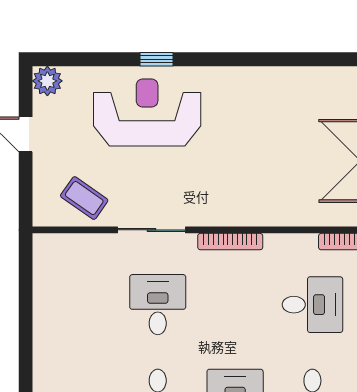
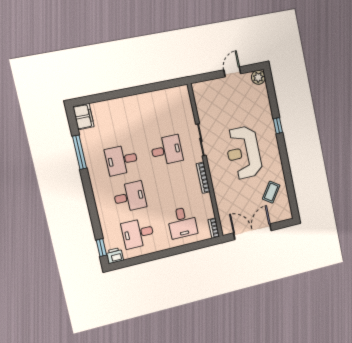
reception desk: (147, 113) -> (243, 153), moved, turned 180
coffee table: (84, 198) -> (271, 192), moved

